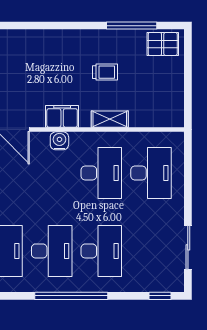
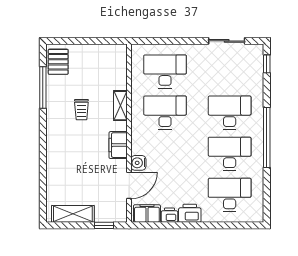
trolley: (105, 72) -> (81, 110), turned 180
water cooler: (59, 141) -> (138, 163), moved

